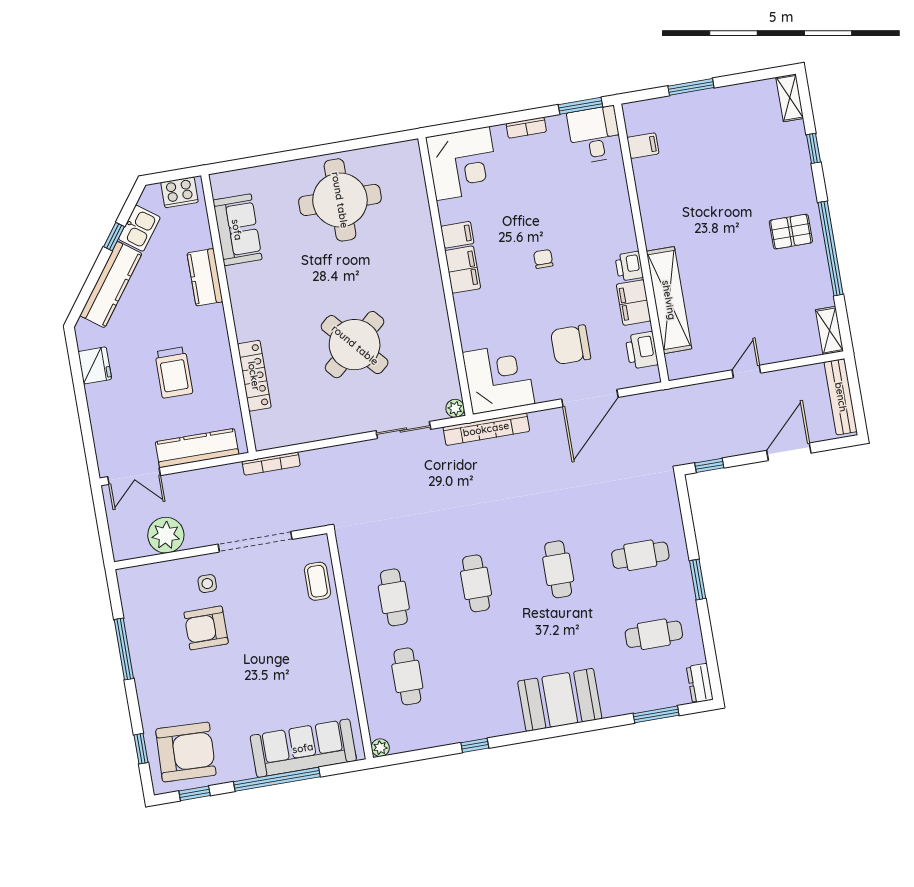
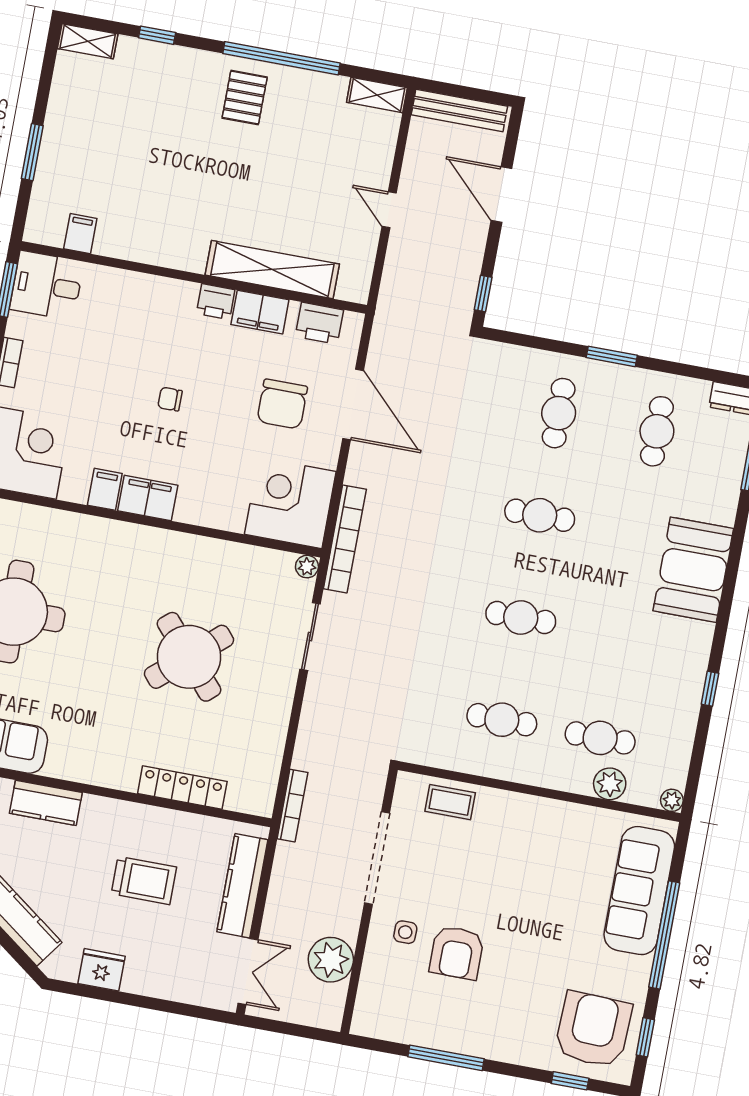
plant: (375, 696) -> (610, 784), added

